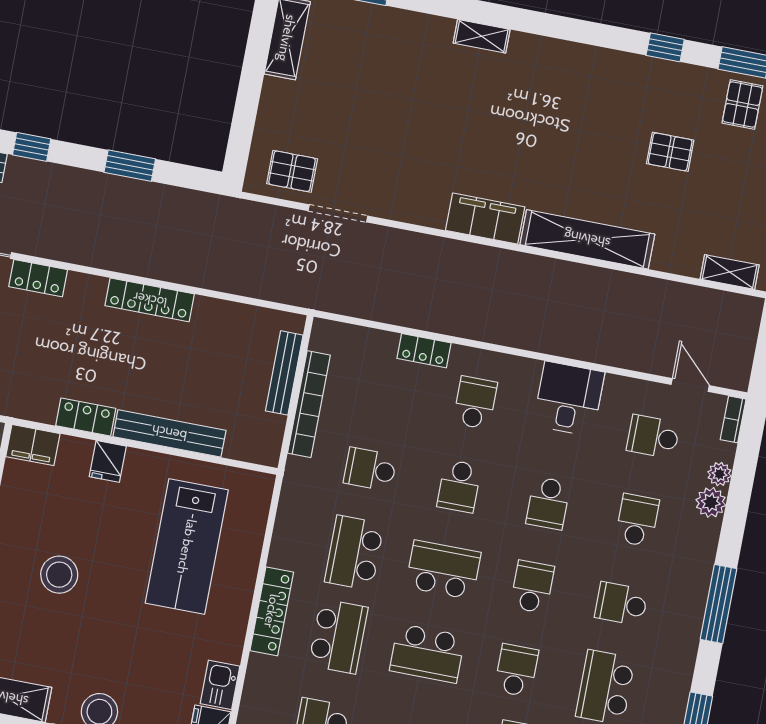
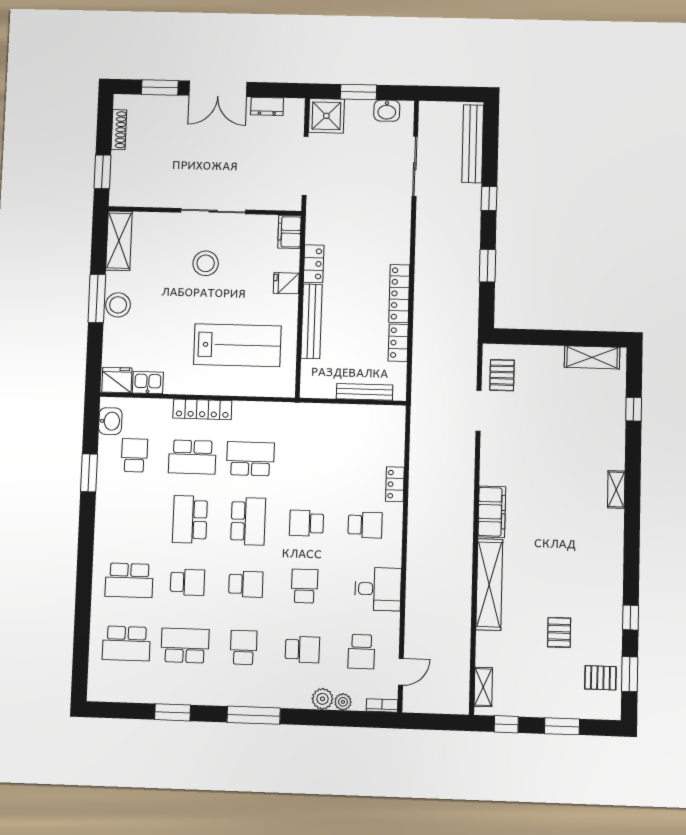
locker: (38, 278) -> (398, 343), moved
bookcase: (309, 404) -> (346, 412), removed
school desk: (653, 437) -> (361, 652), turned 180
school desk: (370, 469) -> (309, 461), removed
school desk: (548, 503) -> (304, 586), turned 90
lab bench: (187, 547) -> (237, 345), turned 180

